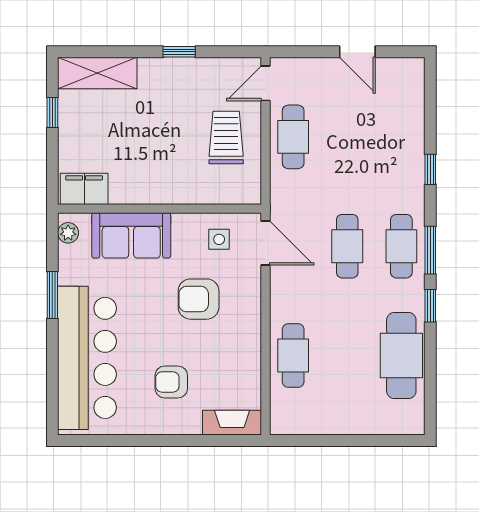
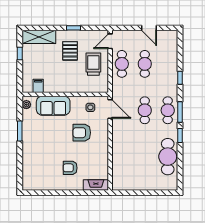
pallet: (171, 106) -> (70, 51), added
filing cabinet: (84, 189) -> (38, 86), width x0.50
cafe table: (293, 356) -> (145, 64), moved
bar counter: (87, 358) -> (34, 158), removed

